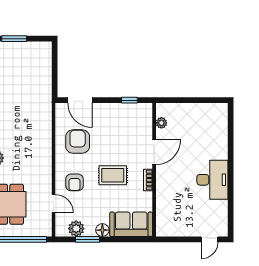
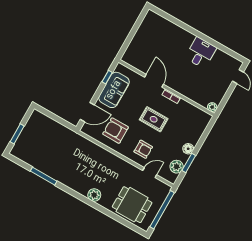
plant: (161, 123) -> (212, 107), moved
rug: (113, 175) -> (154, 119), turned 90
desk: (212, 180) -> (201, 53), width x0.73
sofa: (131, 224) -> (114, 90), moved, turned 180

